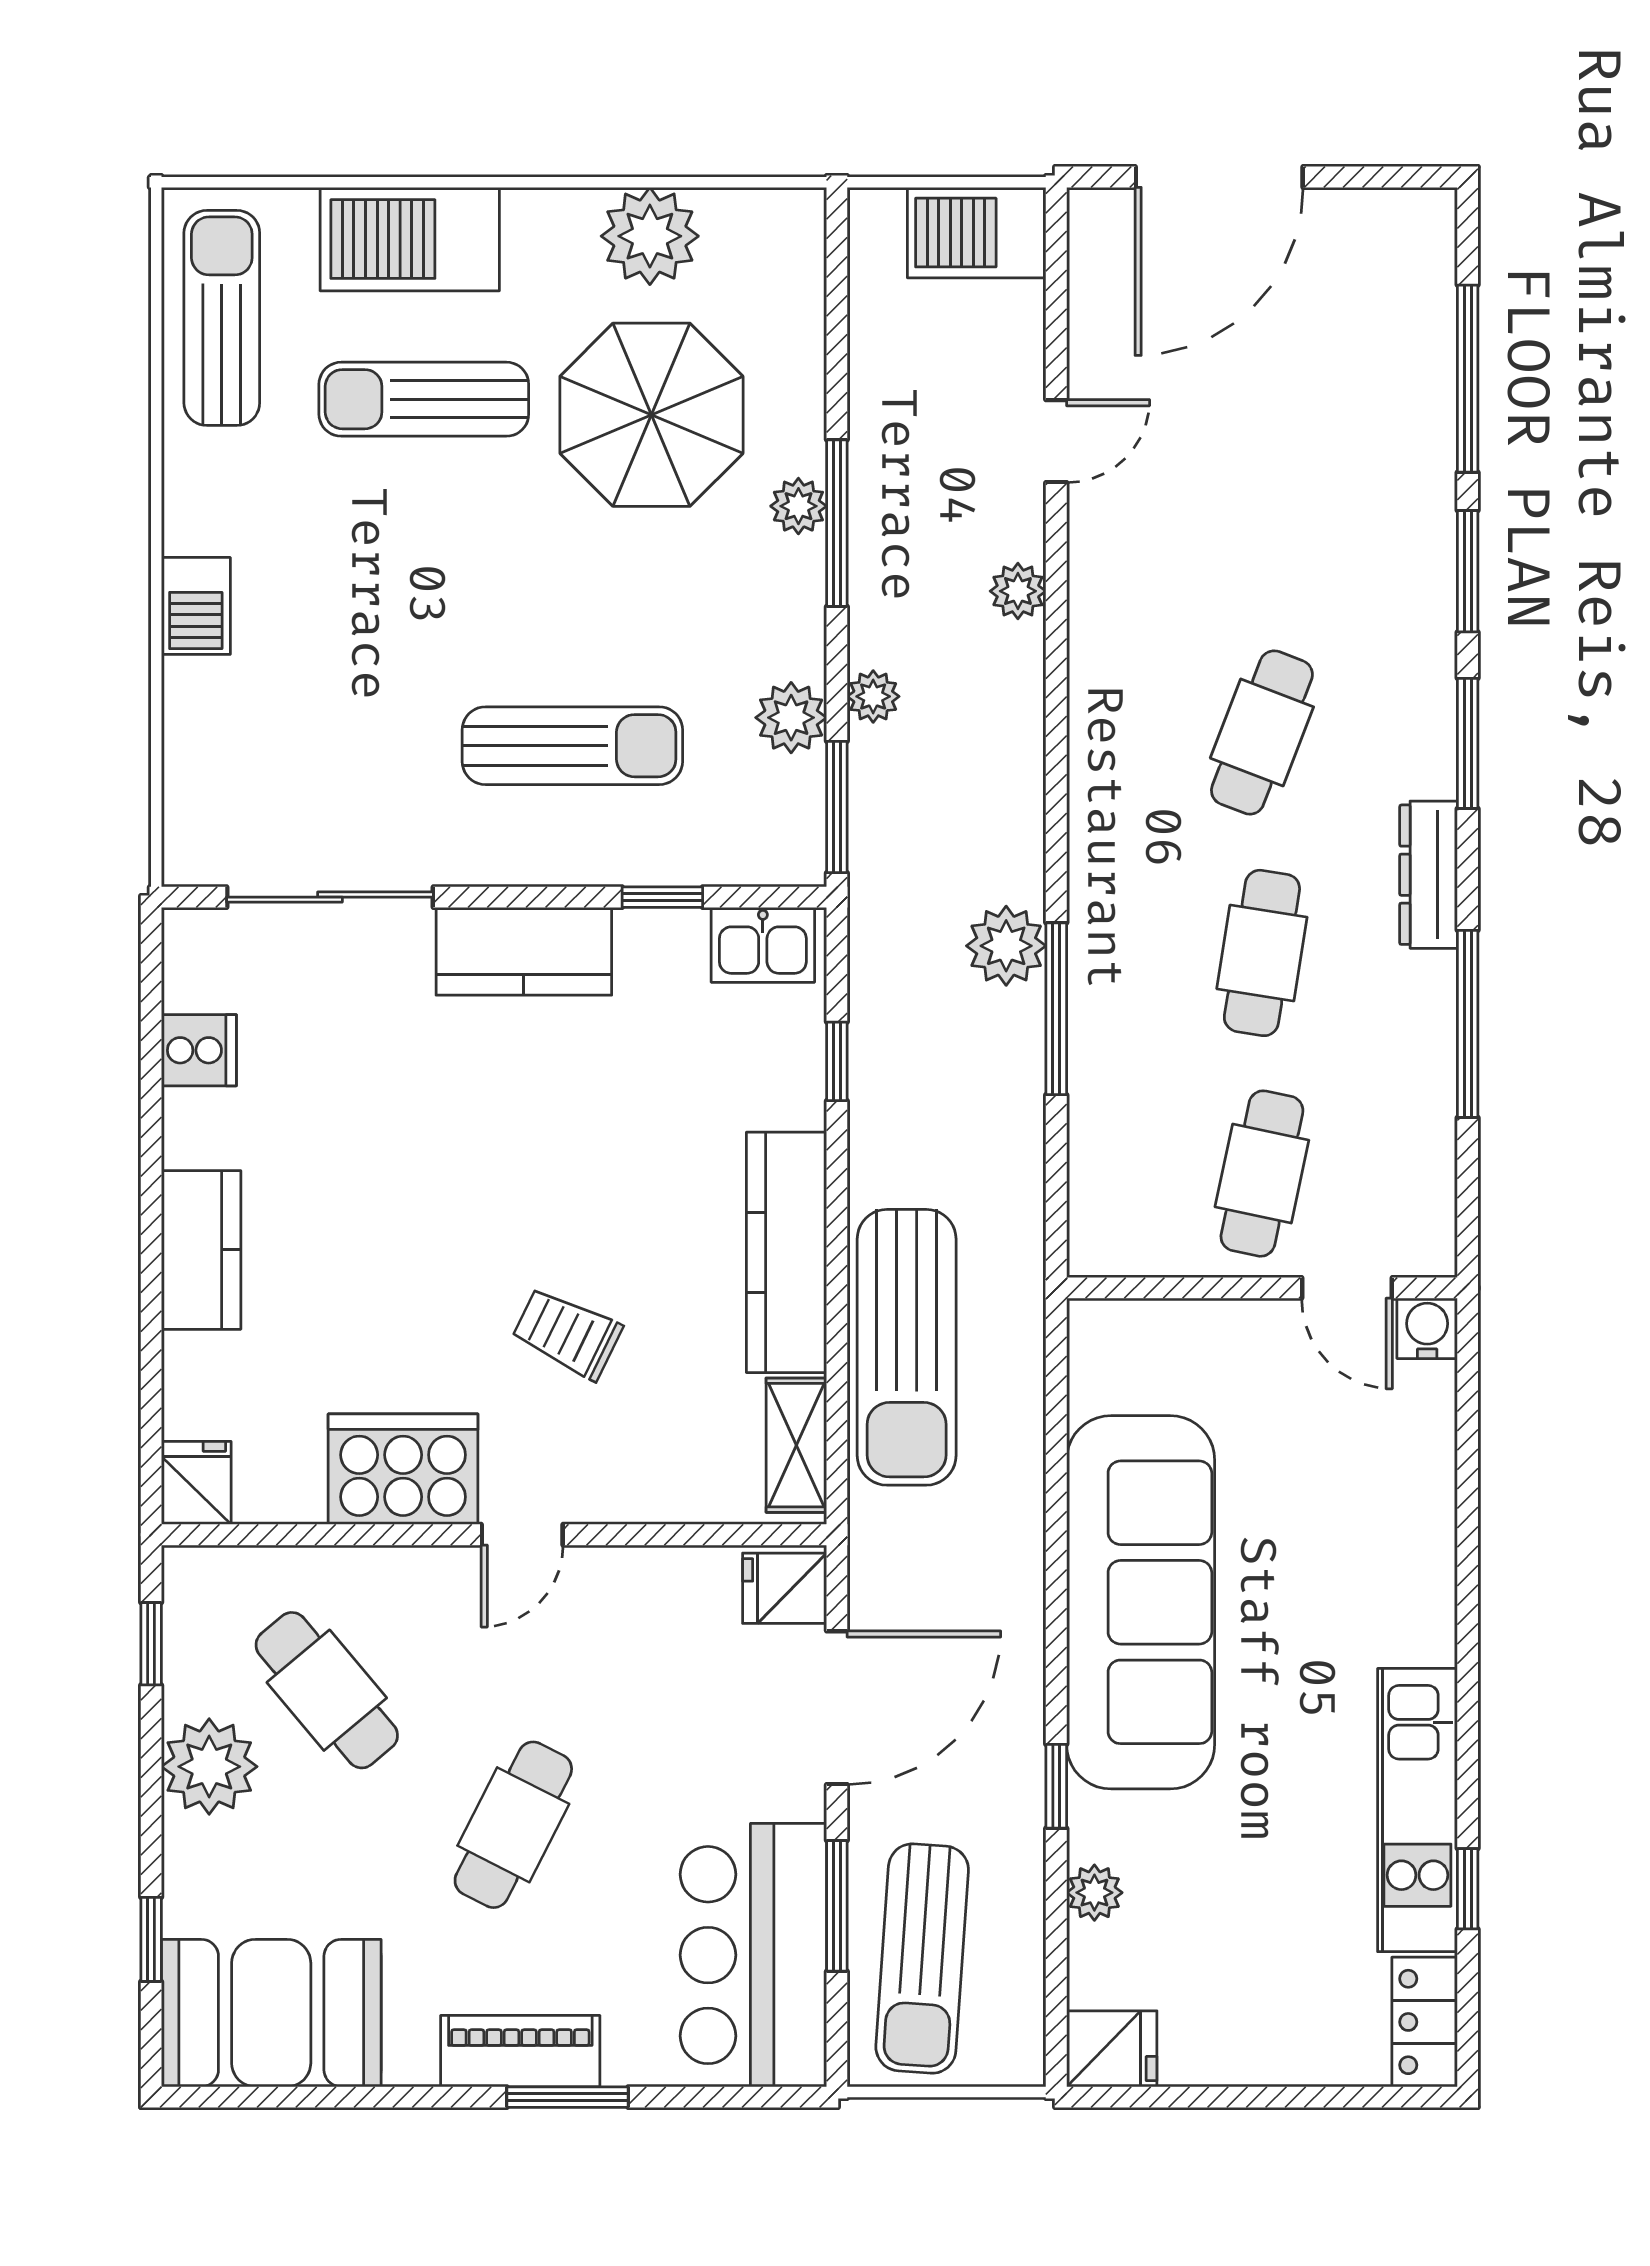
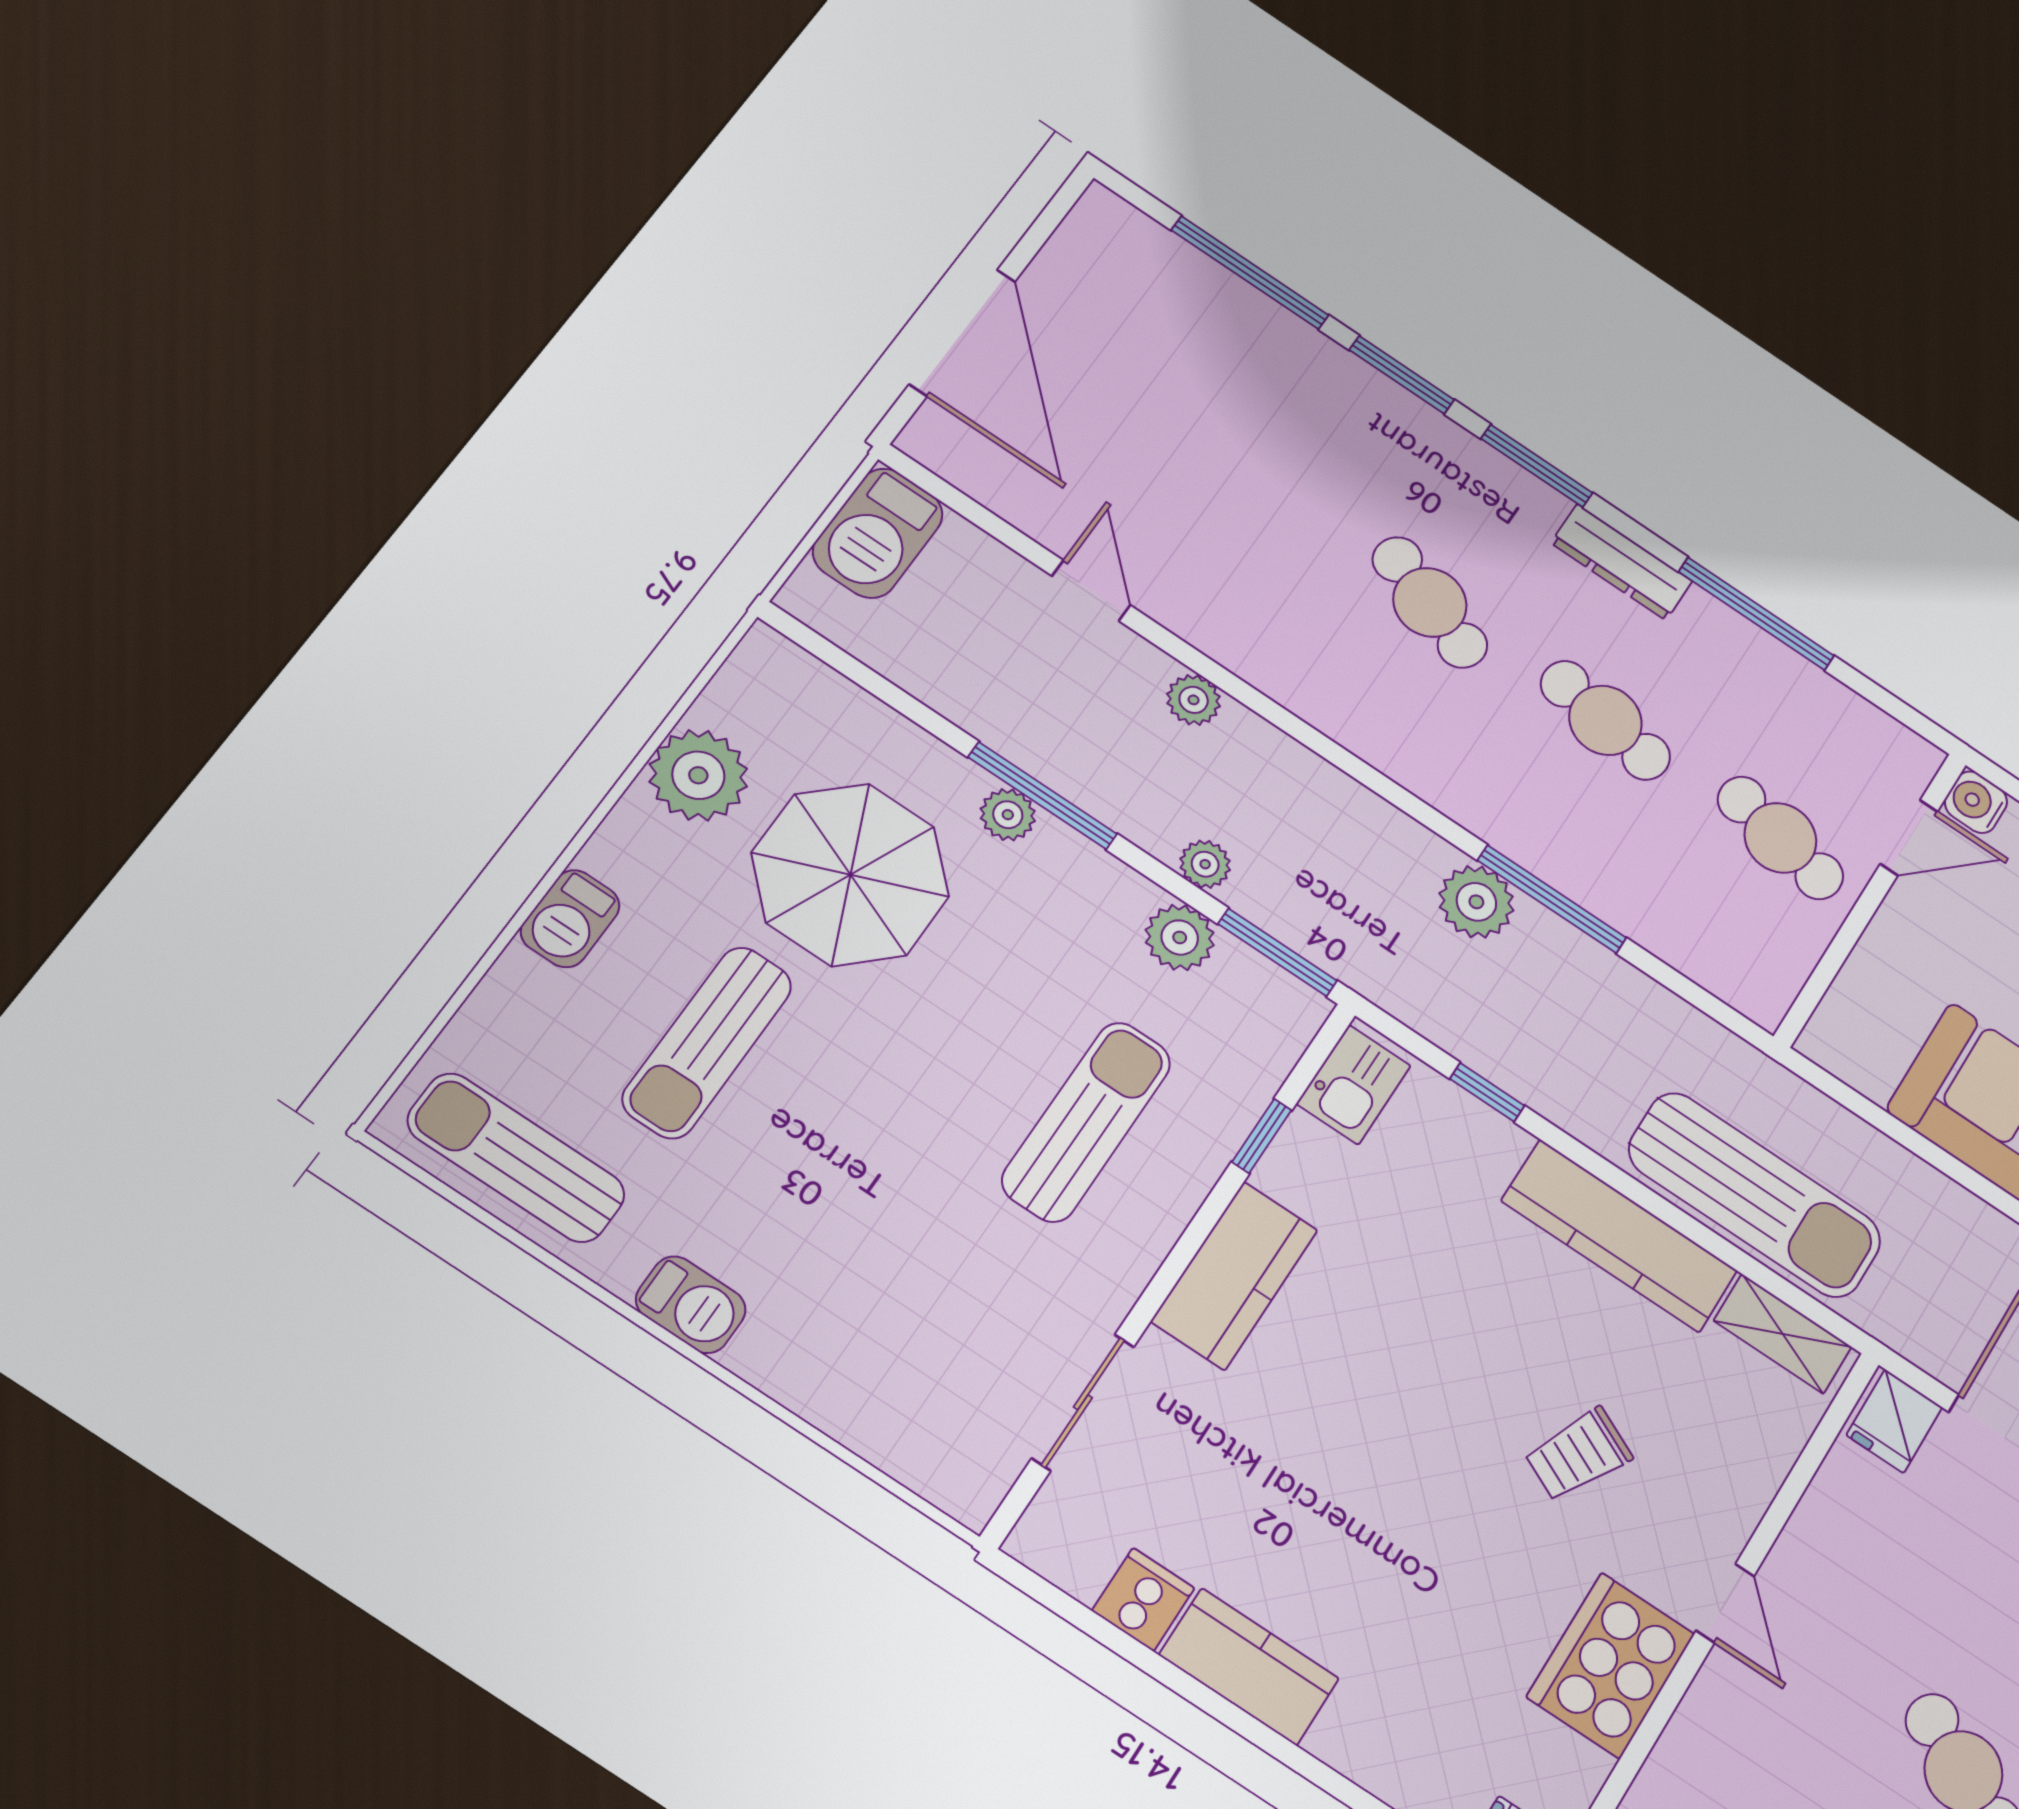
barbecue: (410, 239) -> (570, 919), width x0.53, depth x0.65
barbecue: (196, 606) -> (691, 1305), moved
sliding door: (330, 897) -> (1083, 1402), width x0.73
kitchen counter: (201, 1250) -> (1249, 1667), moved

